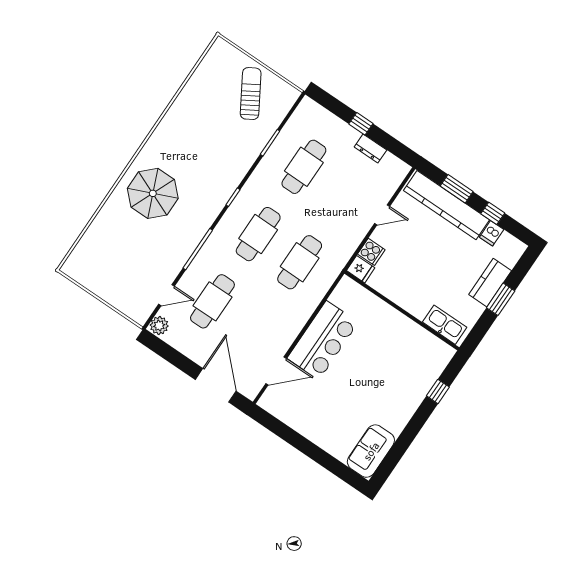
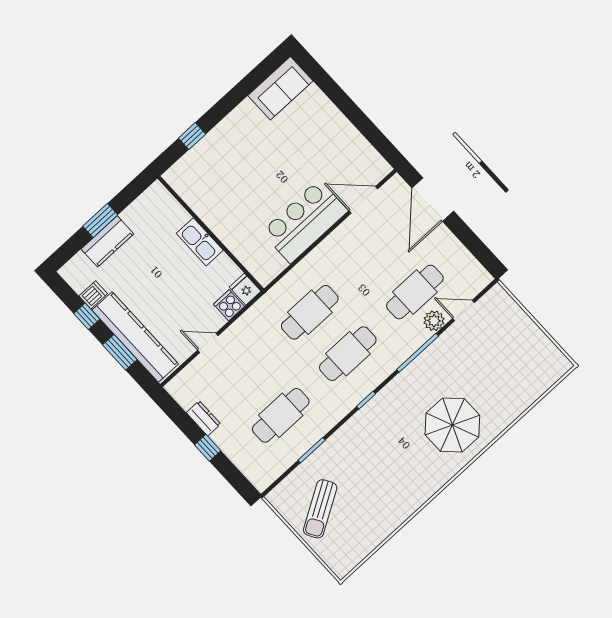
kitchen sink: (445, 325) -> (200, 242), moved
plant: (159, 326) -> (434, 321), moved

